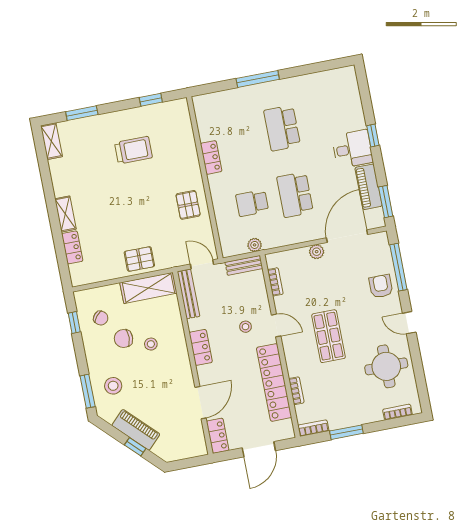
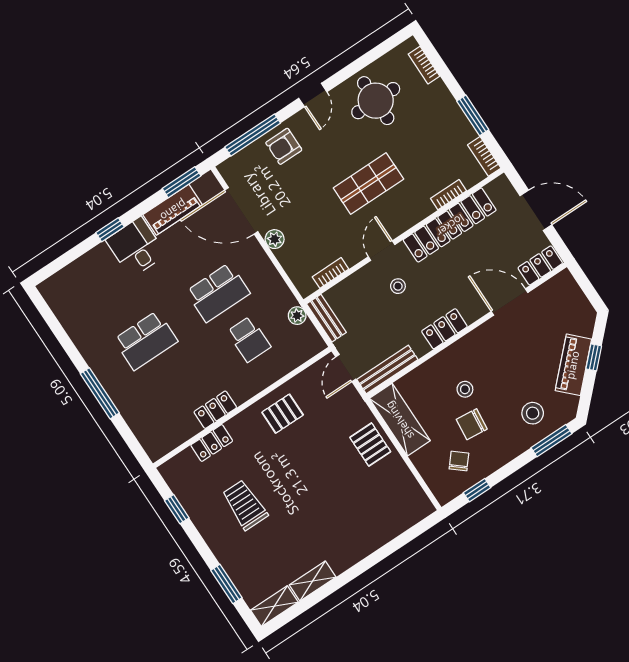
shelving: (65, 214) -> (313, 581), moved
locker: (72, 247) -> (212, 443), moved, turned 180
chair: (124, 338) -> (472, 424), turned 94

